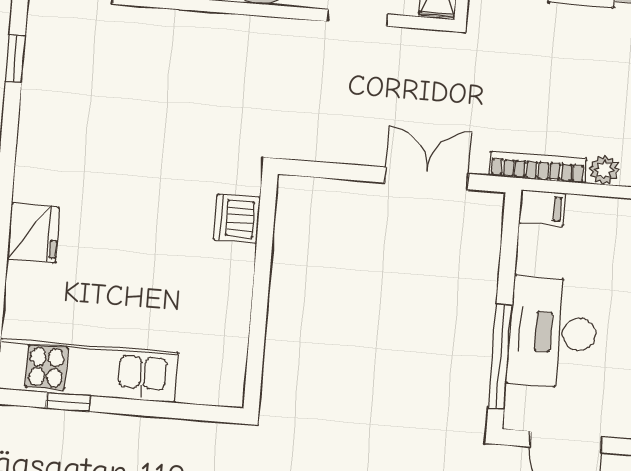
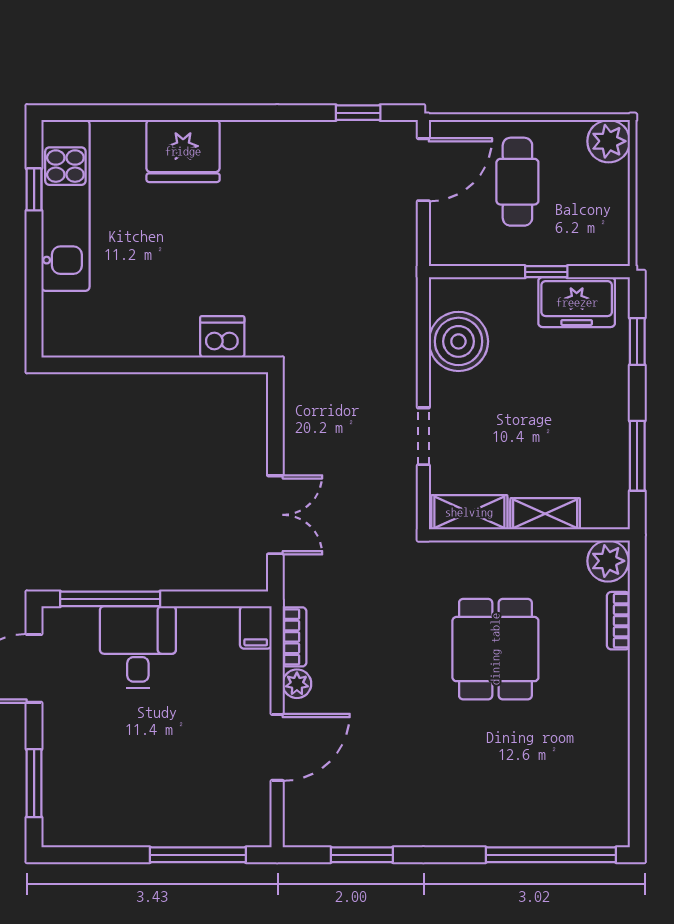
bookcase: (538, 167) -> (294, 637), width x0.64
fridge: (33, 233) -> (183, 151), width x1.36, depth x1.34
desk: (553, 332) -> (138, 647), width x0.73

